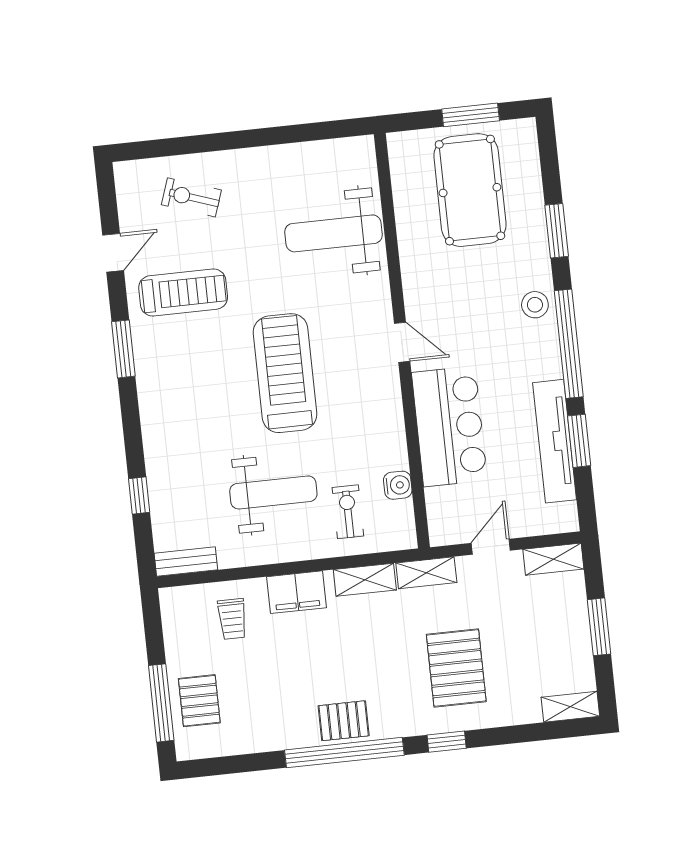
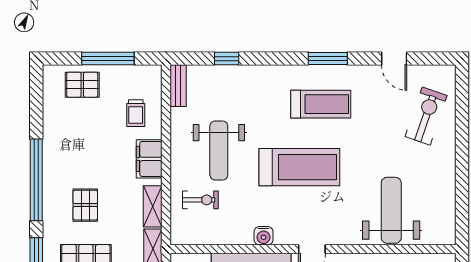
exercise bike: (191, 197) -> (426, 116), width x1.38, depth x1.39
treadmill: (183, 292) -> (321, 104), moved, turned -90
water cooler: (398, 485) -> (264, 236), moved
trolley: (232, 619) -> (136, 113), turned -90
window: (161, 703) -> (108, 59), moved
pallet: (344, 721) -> (85, 205), moved

